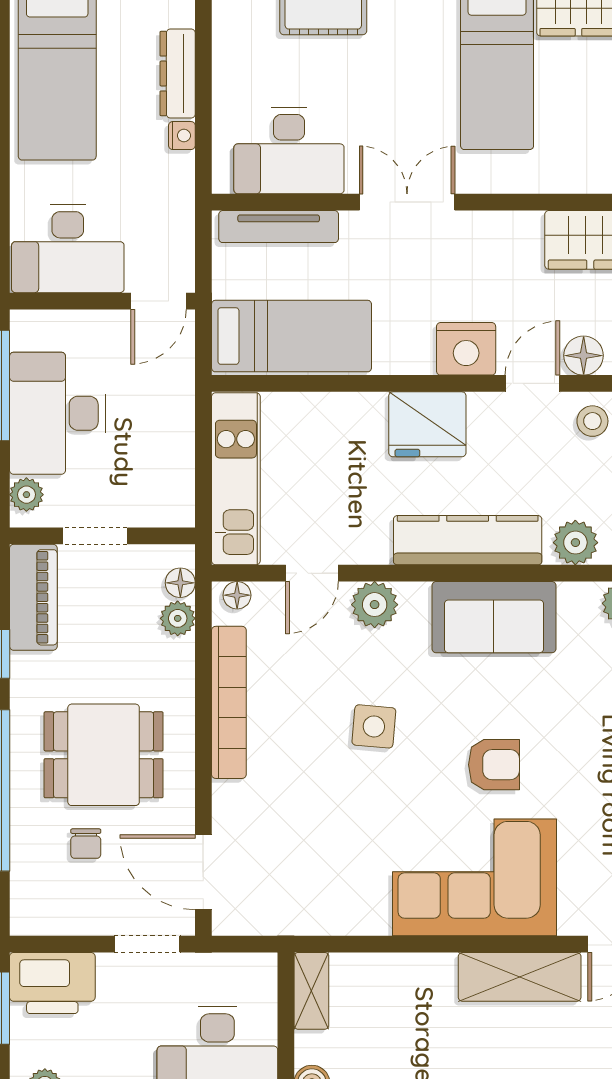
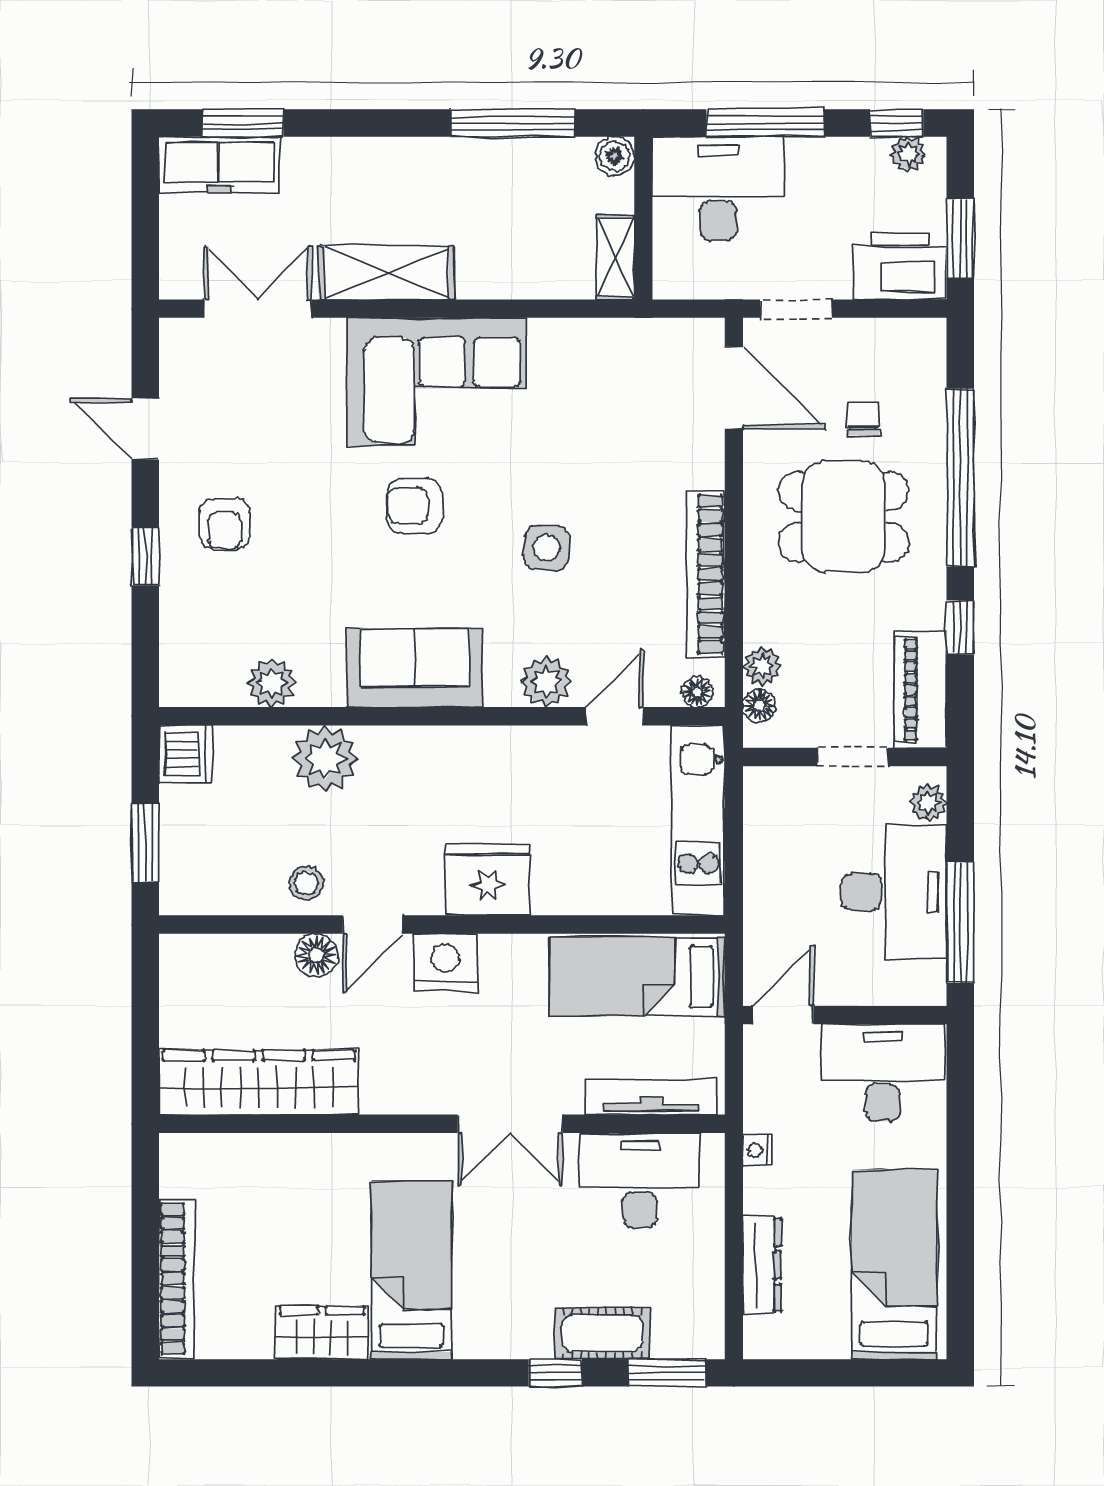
nightstand: (182, 136) -> (758, 1150), moved
kitchen counter: (468, 540) -> (444, 752), removed
plant: (575, 543) -> (325, 759), width x1.36, depth x1.36

